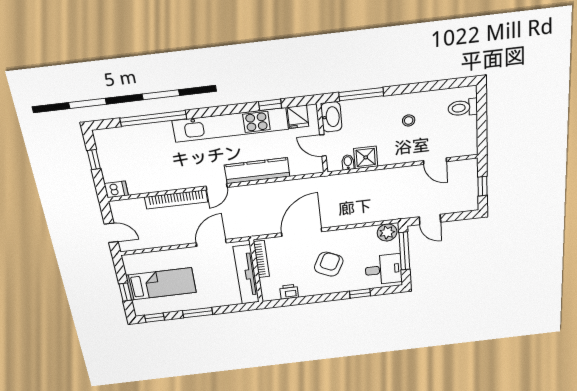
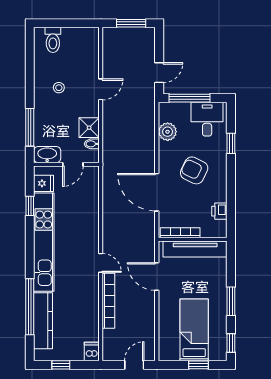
door: (435, 161) -> (101, 89), moved
kitchen counter: (257, 171) -> (43, 321), moved, turned 180
window: (483, 186) -> (131, 23), width x1.50
plant: (387, 232) -> (168, 132), moved

